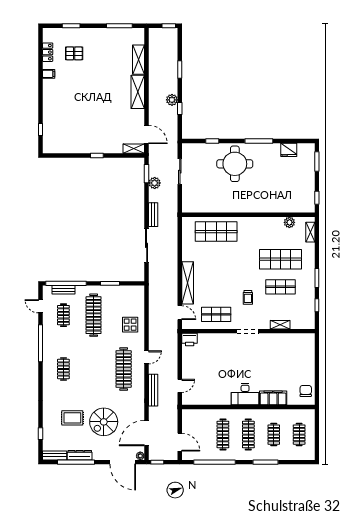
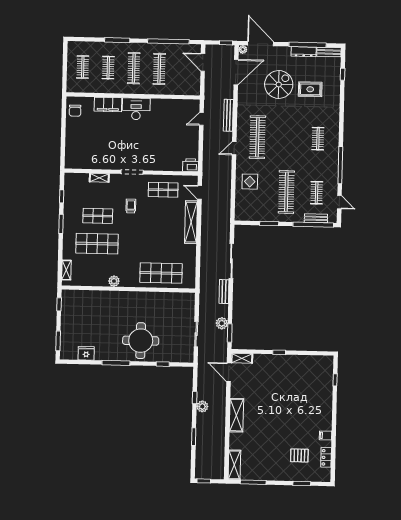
shelving: (139, 60) -> (234, 465), moved
plant: (289, 222) -> (114, 281), moved

